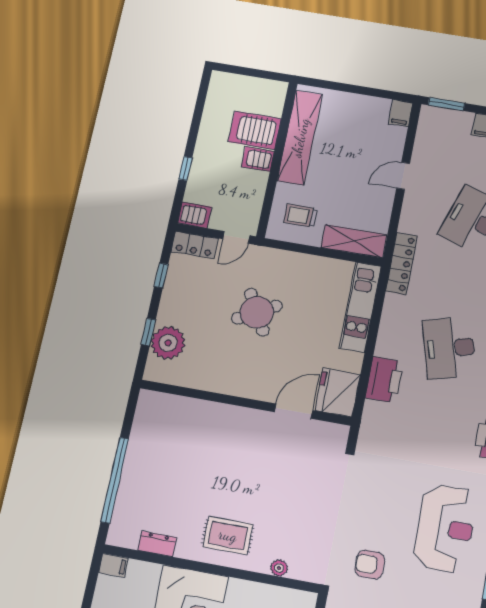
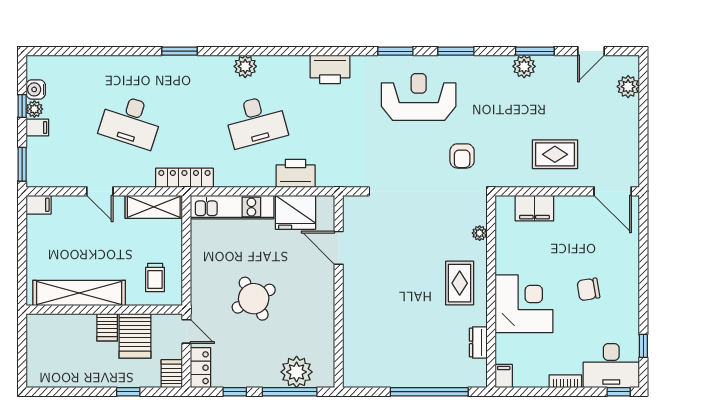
server rack: (255, 130) -> (135, 336), moved
shelving: (354, 241) -> (154, 207), moved, turned 90
window: (148, 332) -> (290, 392), width x2.17
fridge: (338, 392) -> (296, 212), moved

